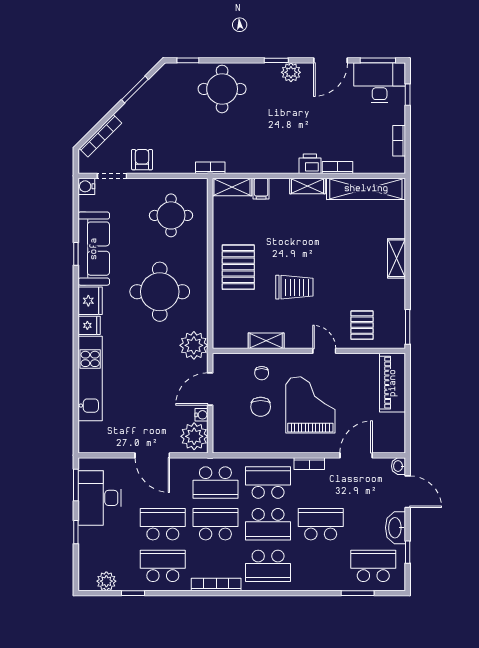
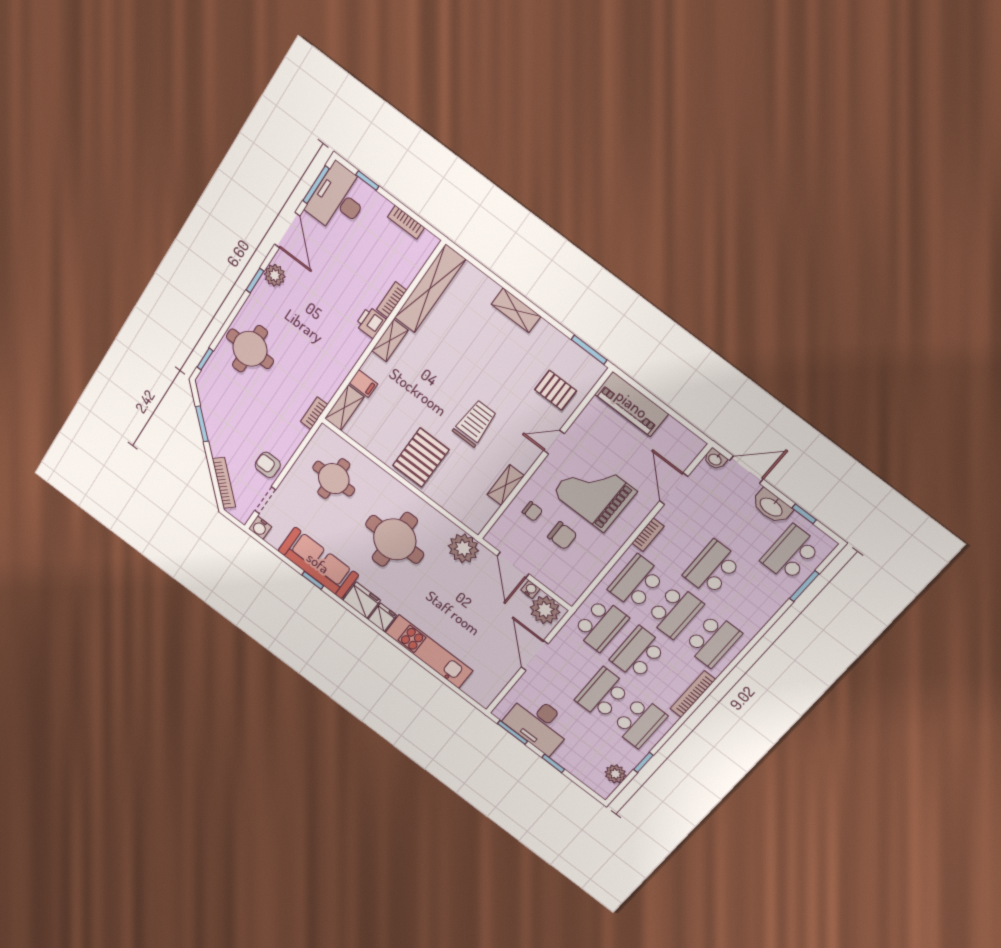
pallet: (238, 267) -> (421, 458), turned 90
door: (152, 455) -> (535, 655), swing flipped
school desk: (163, 566) -> (639, 722), turned 180

